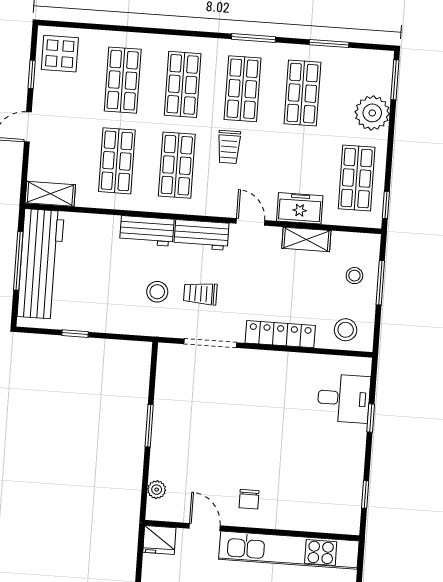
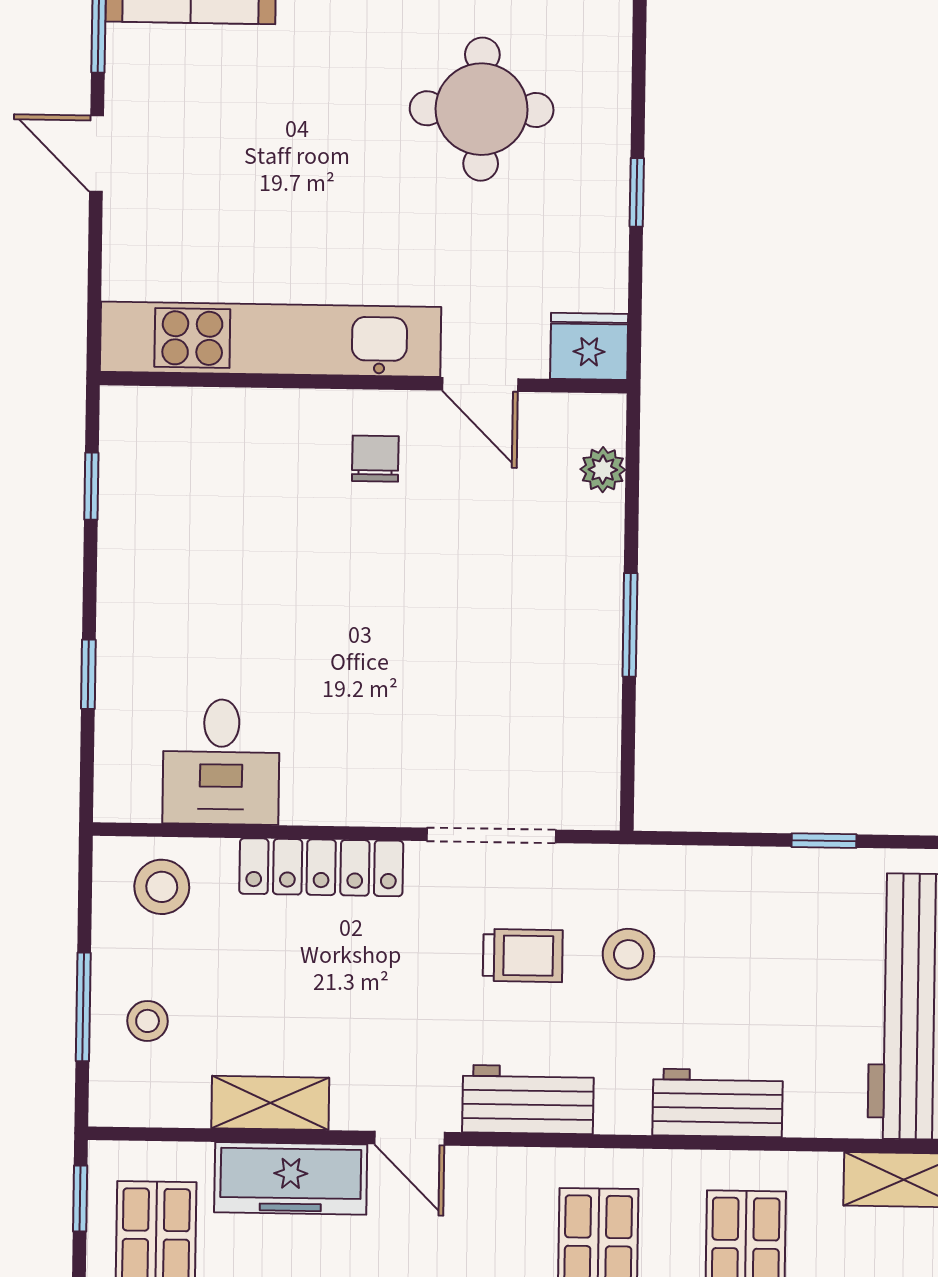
freezer: (300, 208) -> (291, 1178), width x1.40
workbench: (147, 231) -> (718, 1103), moved
desk: (344, 398) -> (221, 762), moved, turned -90

